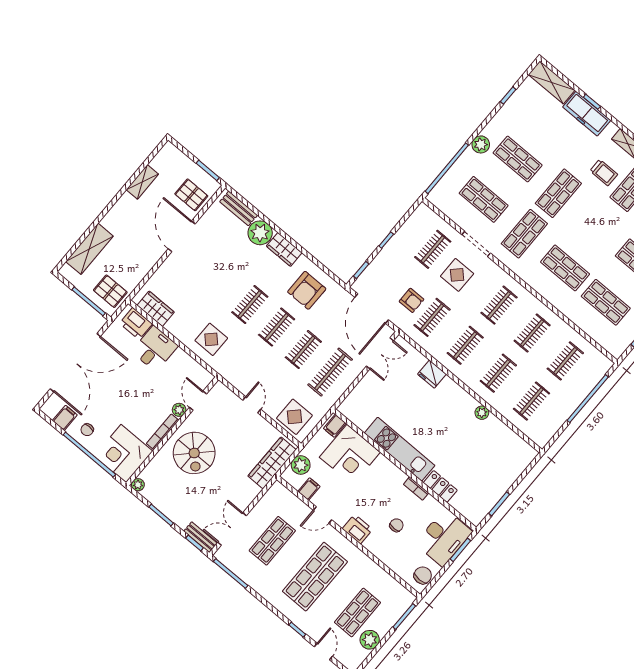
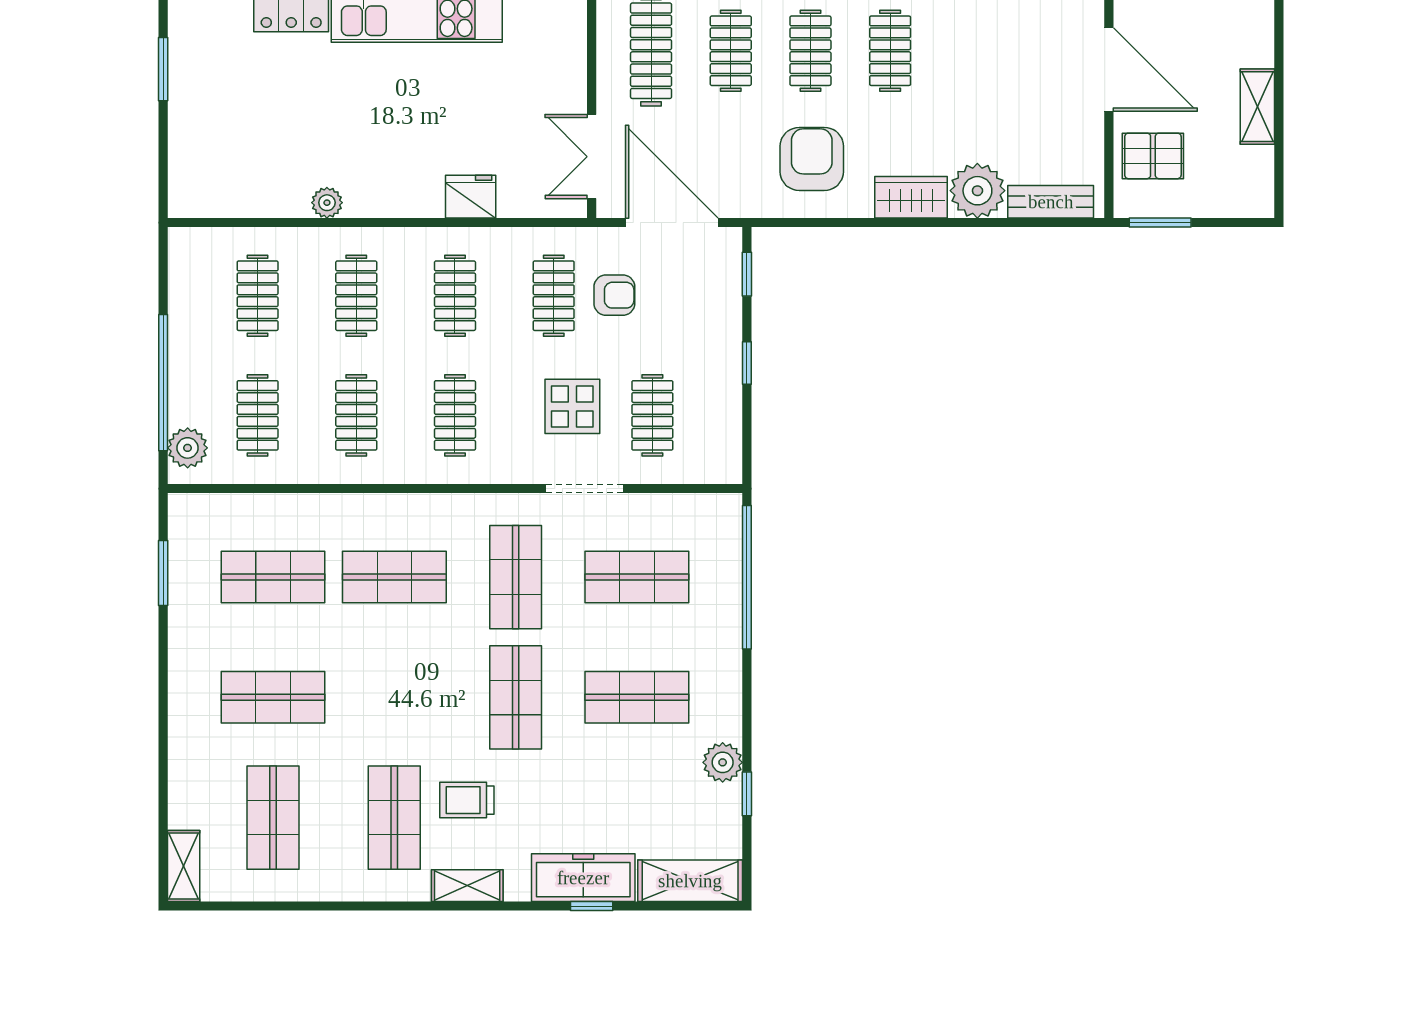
plant: (481, 144) -> (723, 762), moved
armchair: (411, 300) -> (614, 295), turned 180
plant: (598, 370) -> (188, 448), added

